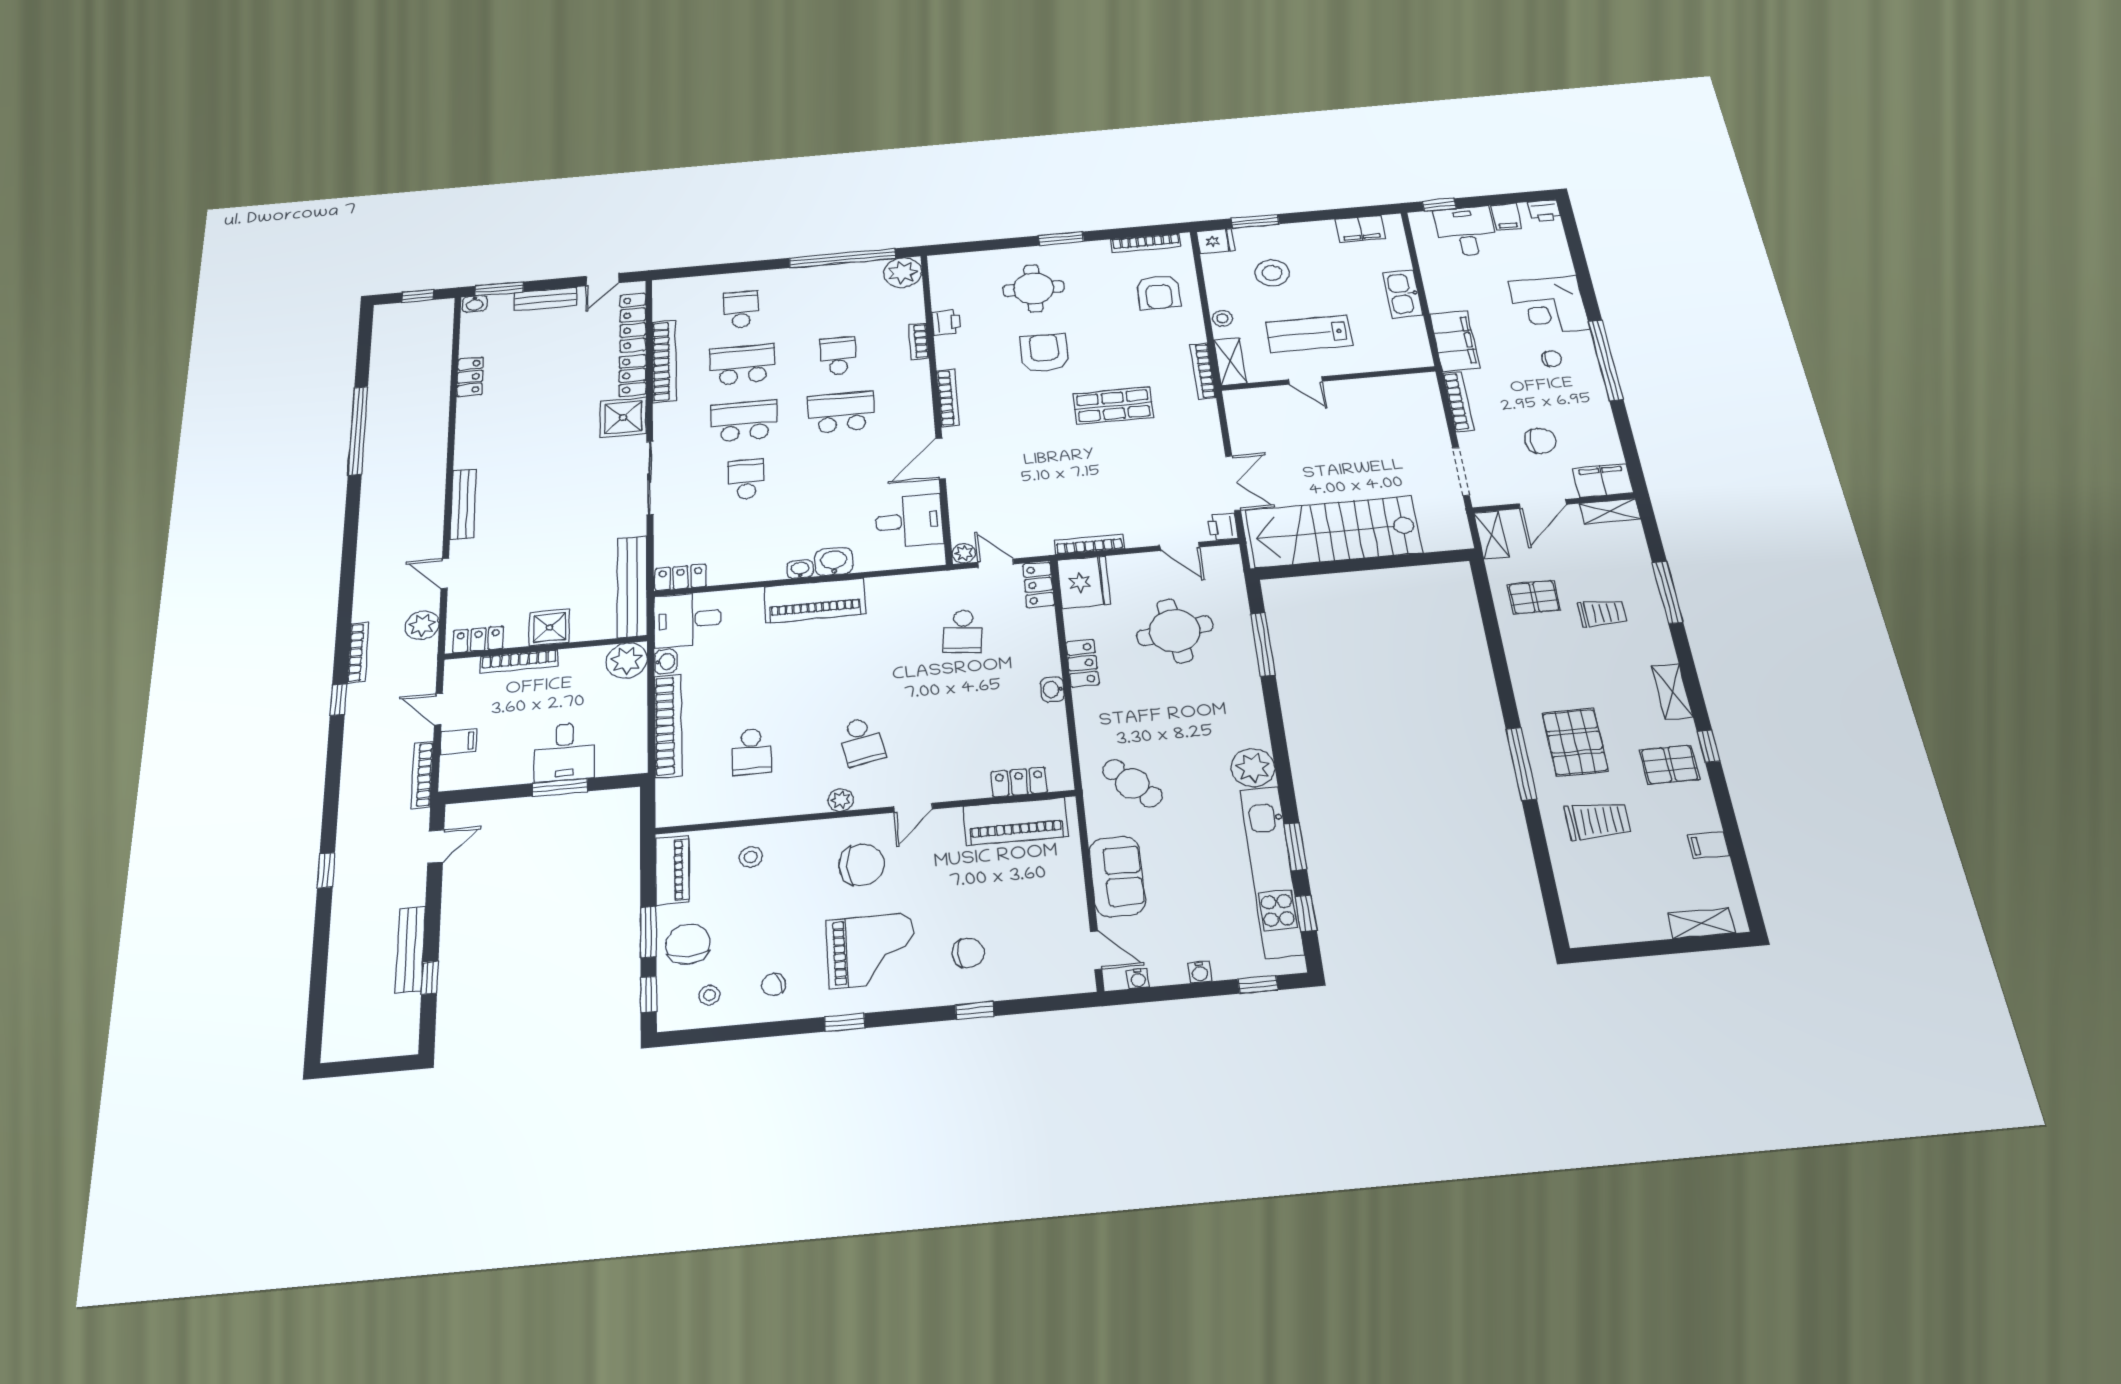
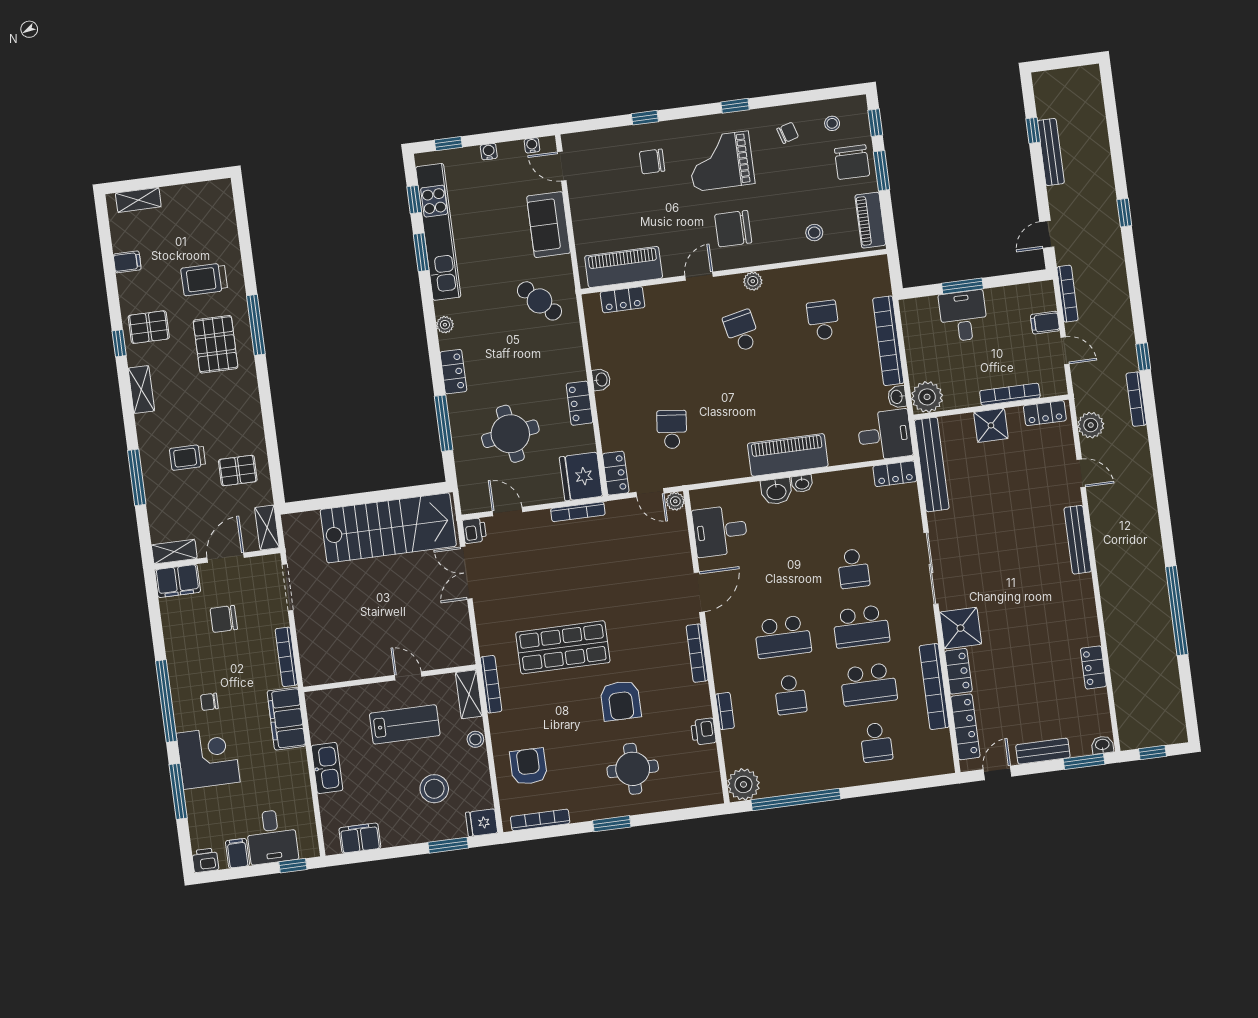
window: (1583, 274) -> (178, 791), added
shop shelf: (1113, 406) -> (563, 647), width x1.43, depth x1.36
locker: (1250, 703) -> (453, 372), added
plant: (1253, 768) -> (445, 325), width x0.53, depth x0.53

